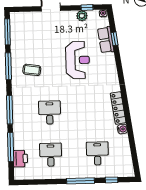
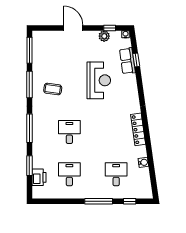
water cooler: (122, 129) -> (143, 162), moved
window: (11, 147) -> (29, 166), width x0.69

